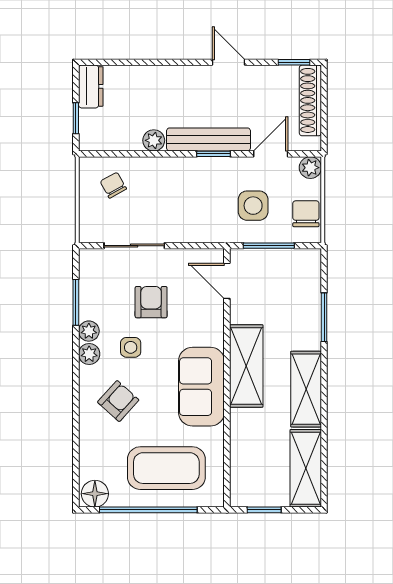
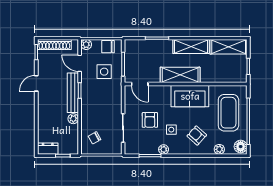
door: (227, 281) -> (140, 84), hinge flipped
armchair: (151, 302) -> (150, 120), turned -90
plant: (89, 354) -> (219, 149), moved

